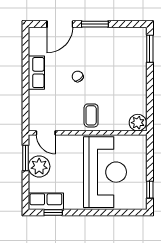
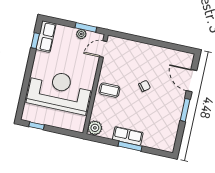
window: (150, 49) -> (130, 146), moved
row of seats: (36, 73) -> (128, 136), moved, turned 180
plant: (39, 166) -> (81, 34), width x0.53, depth x0.53
reception desk: (105, 172) -> (59, 91), turned 180

